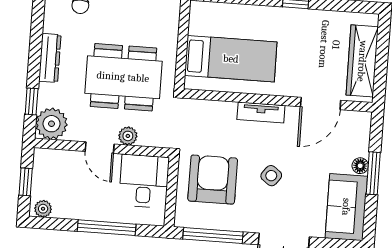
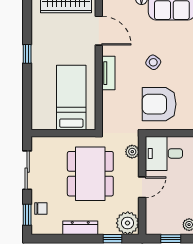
plant: (128, 136) -> (132, 152), moved

